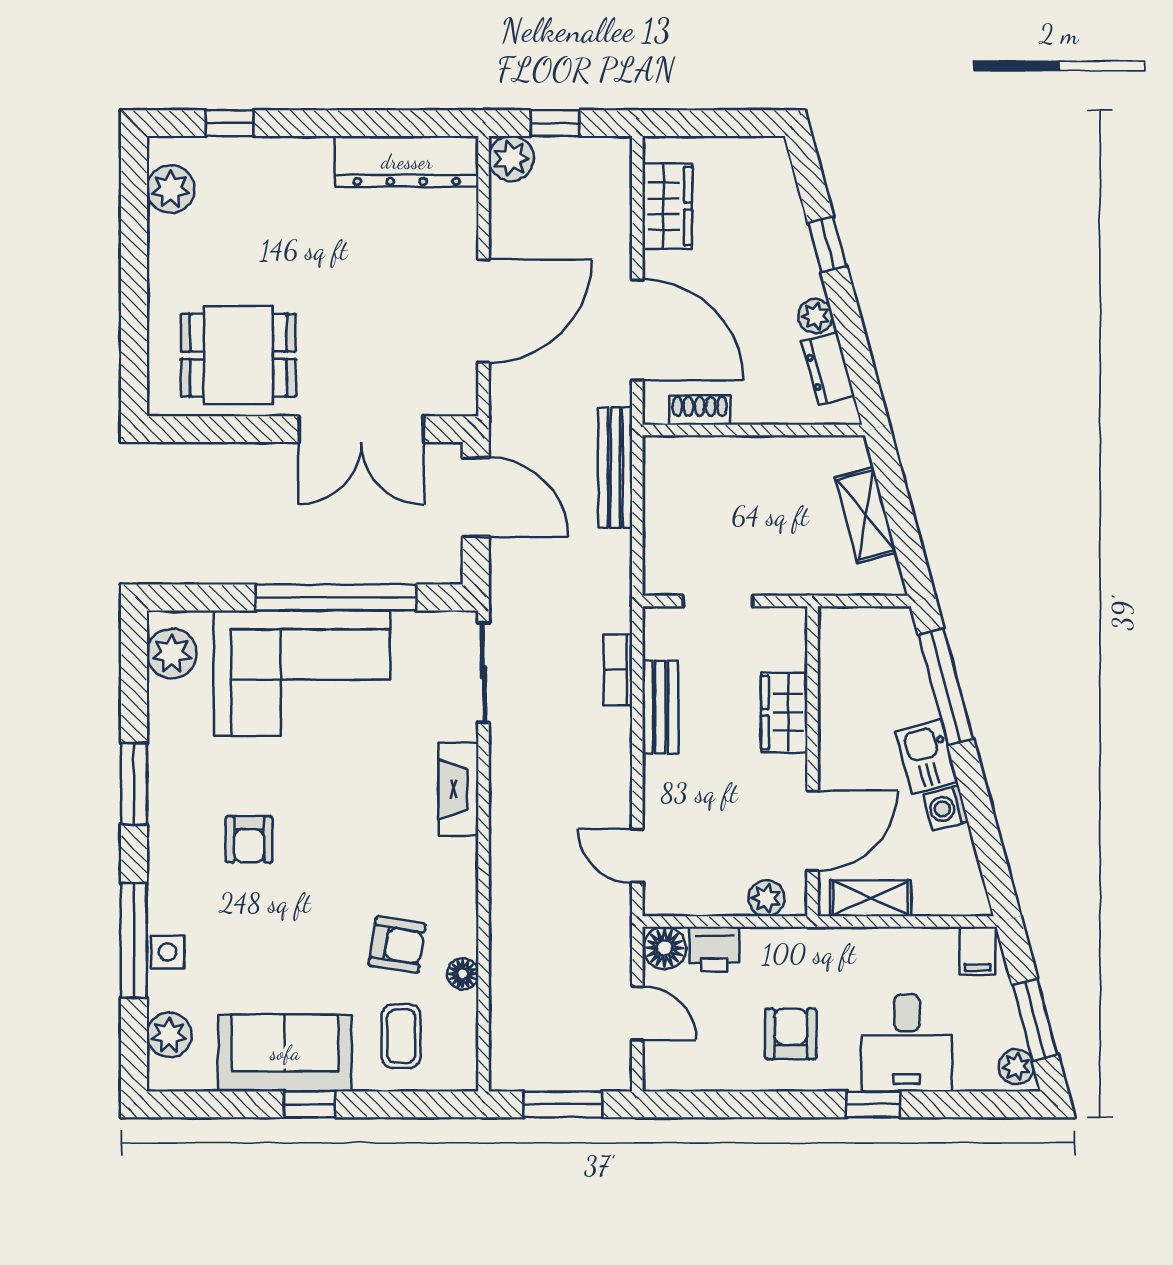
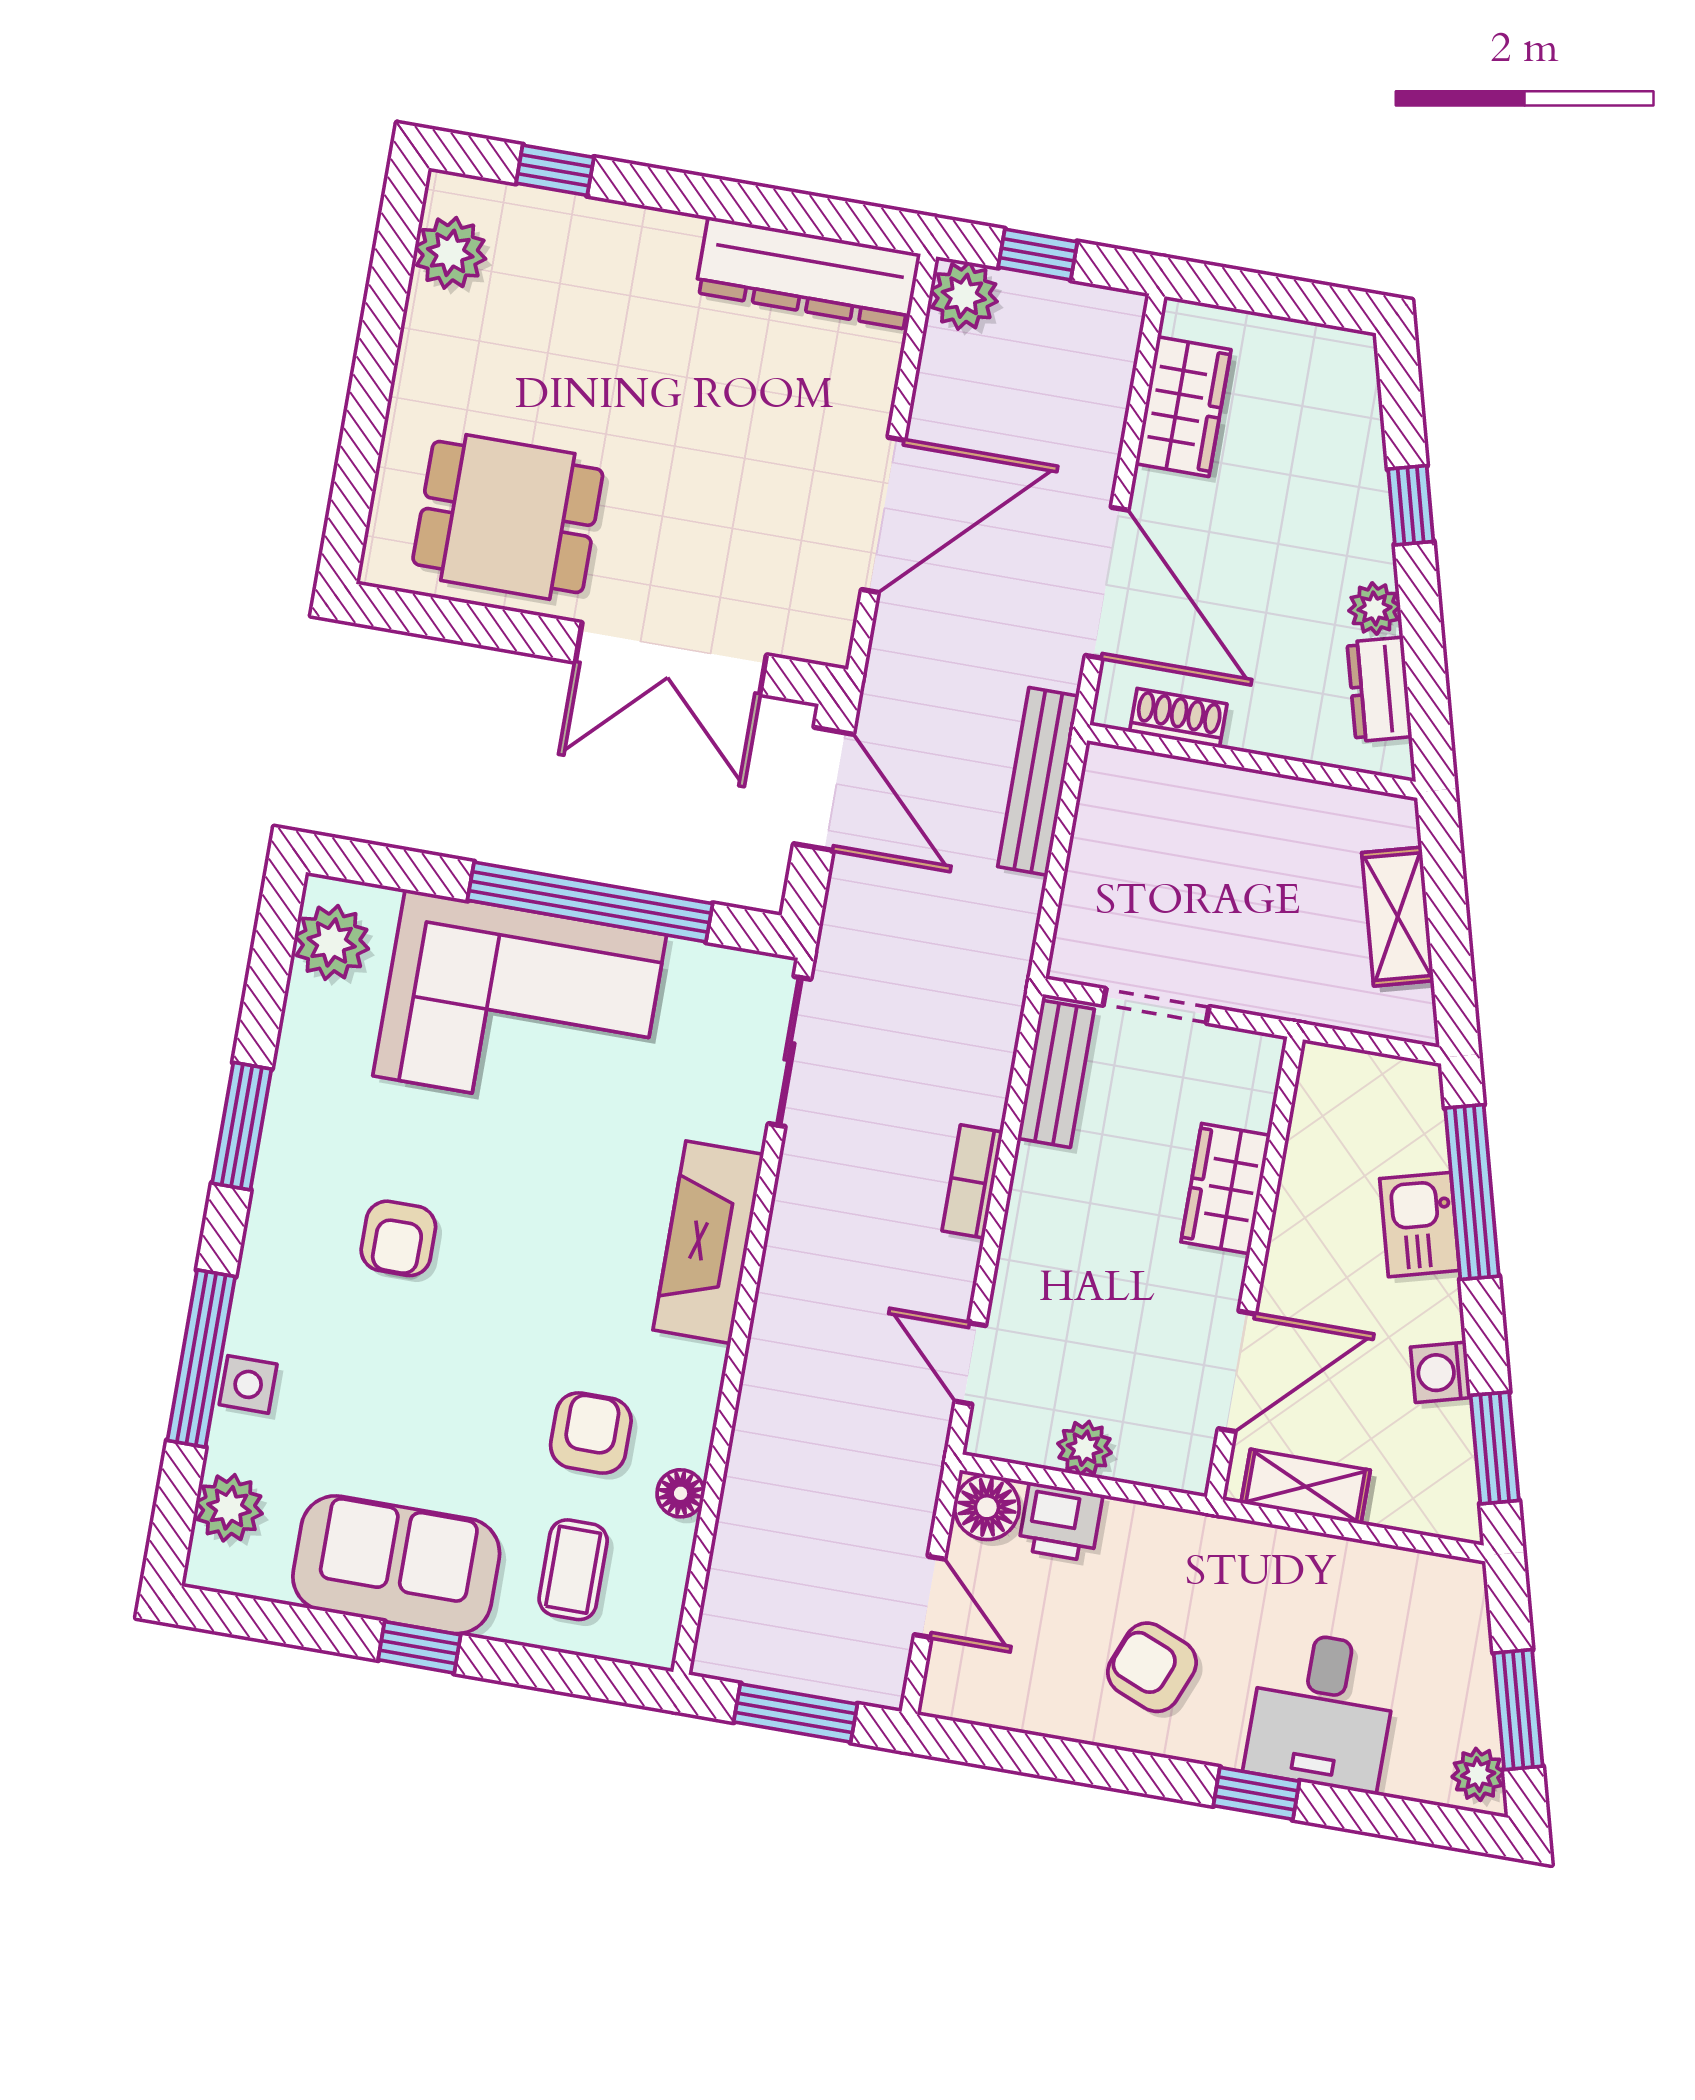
bookcase: (618, 670) -> (972, 1181), moved
bench: (660, 707) -> (1056, 1074), moved
kitchen sink: (927, 757) -> (1420, 1225), moved
fireplace: (458, 789) -> (708, 1242), width x1.37, depth x1.32
window: (990, 851) -> (1495, 1448), added
plant: (766, 898) -> (1084, 1448), moved
armchair: (397, 945) -> (591, 1433), turned -99
filing cabinet: (978, 951) -> (1451, 1592), removed
armchair: (791, 1034) -> (1152, 1667), turned -68

